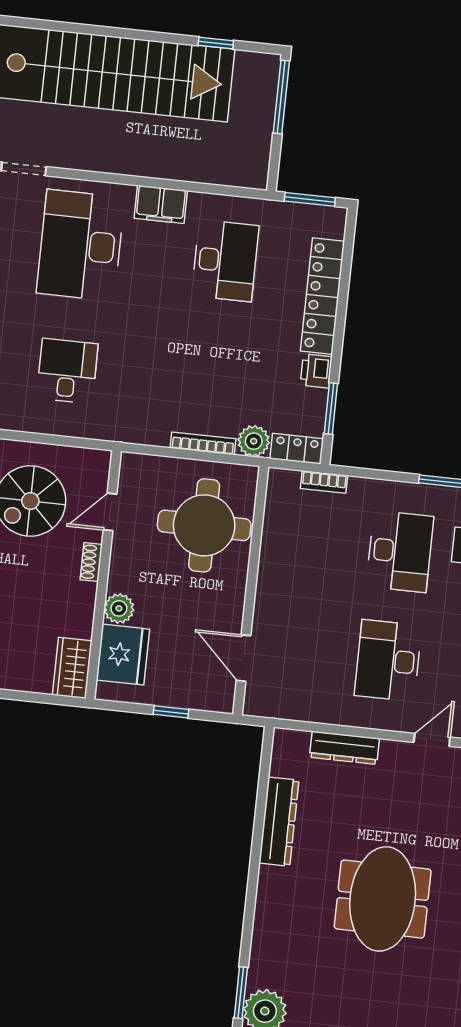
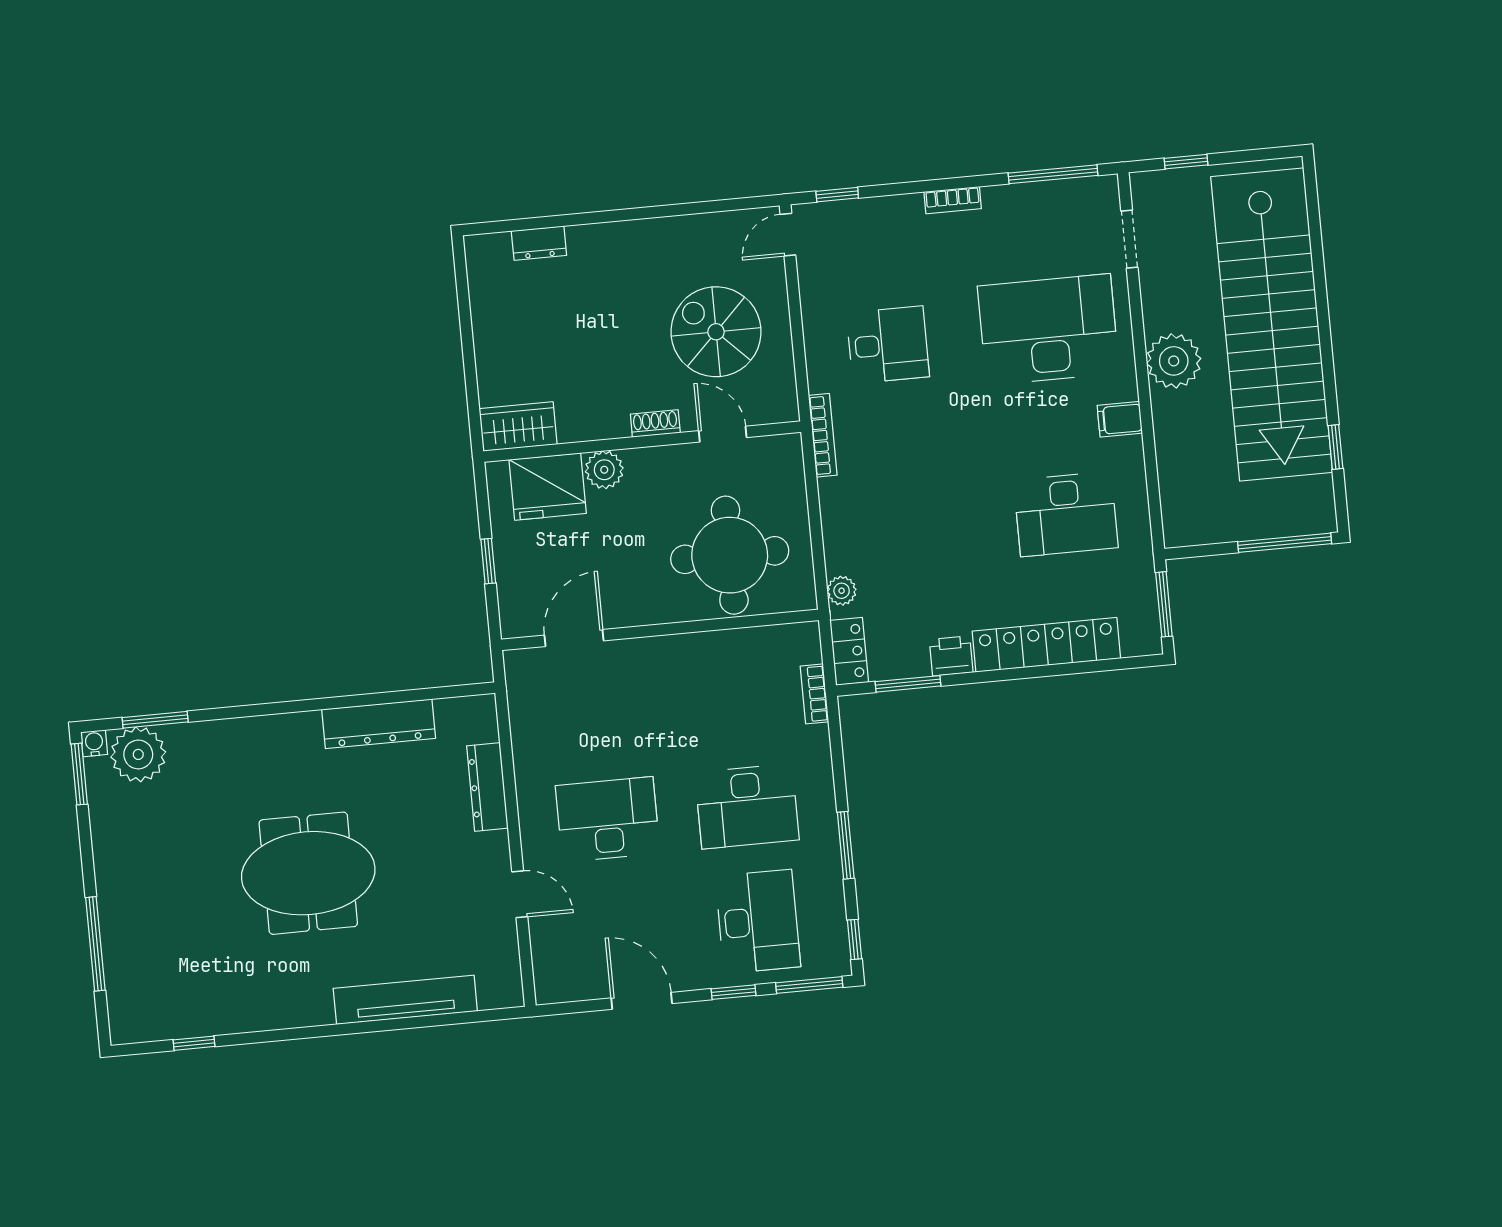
plant: (124, 154) -> (1174, 361), added
filing cabinet: (161, 204) -> (1120, 419), width x0.50
plant: (254, 441) -> (842, 591), width x0.73, depth x0.73
bookcase: (203, 443) -> (823, 435), moved

